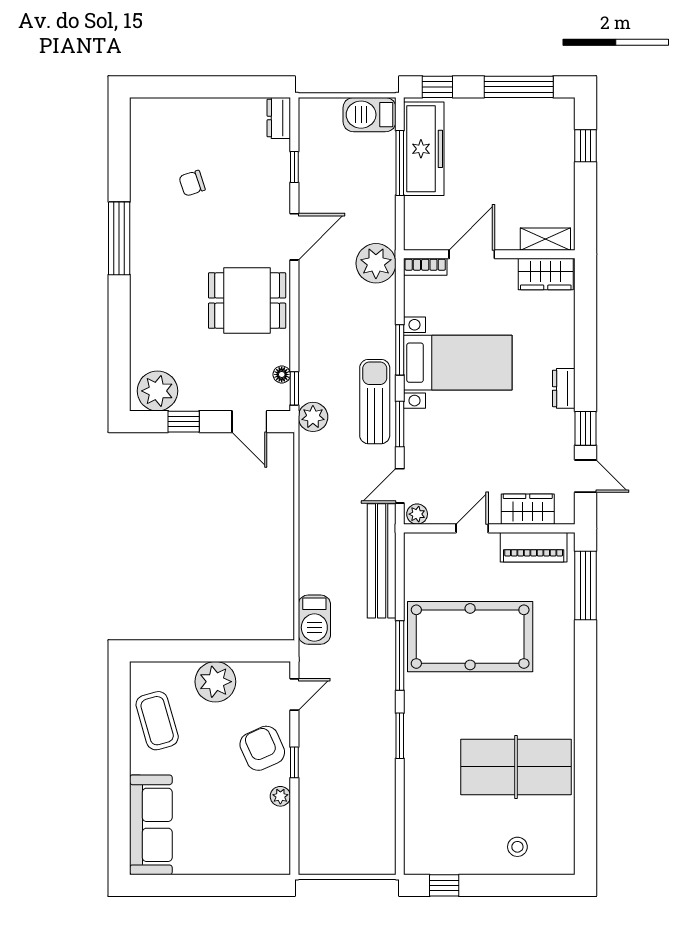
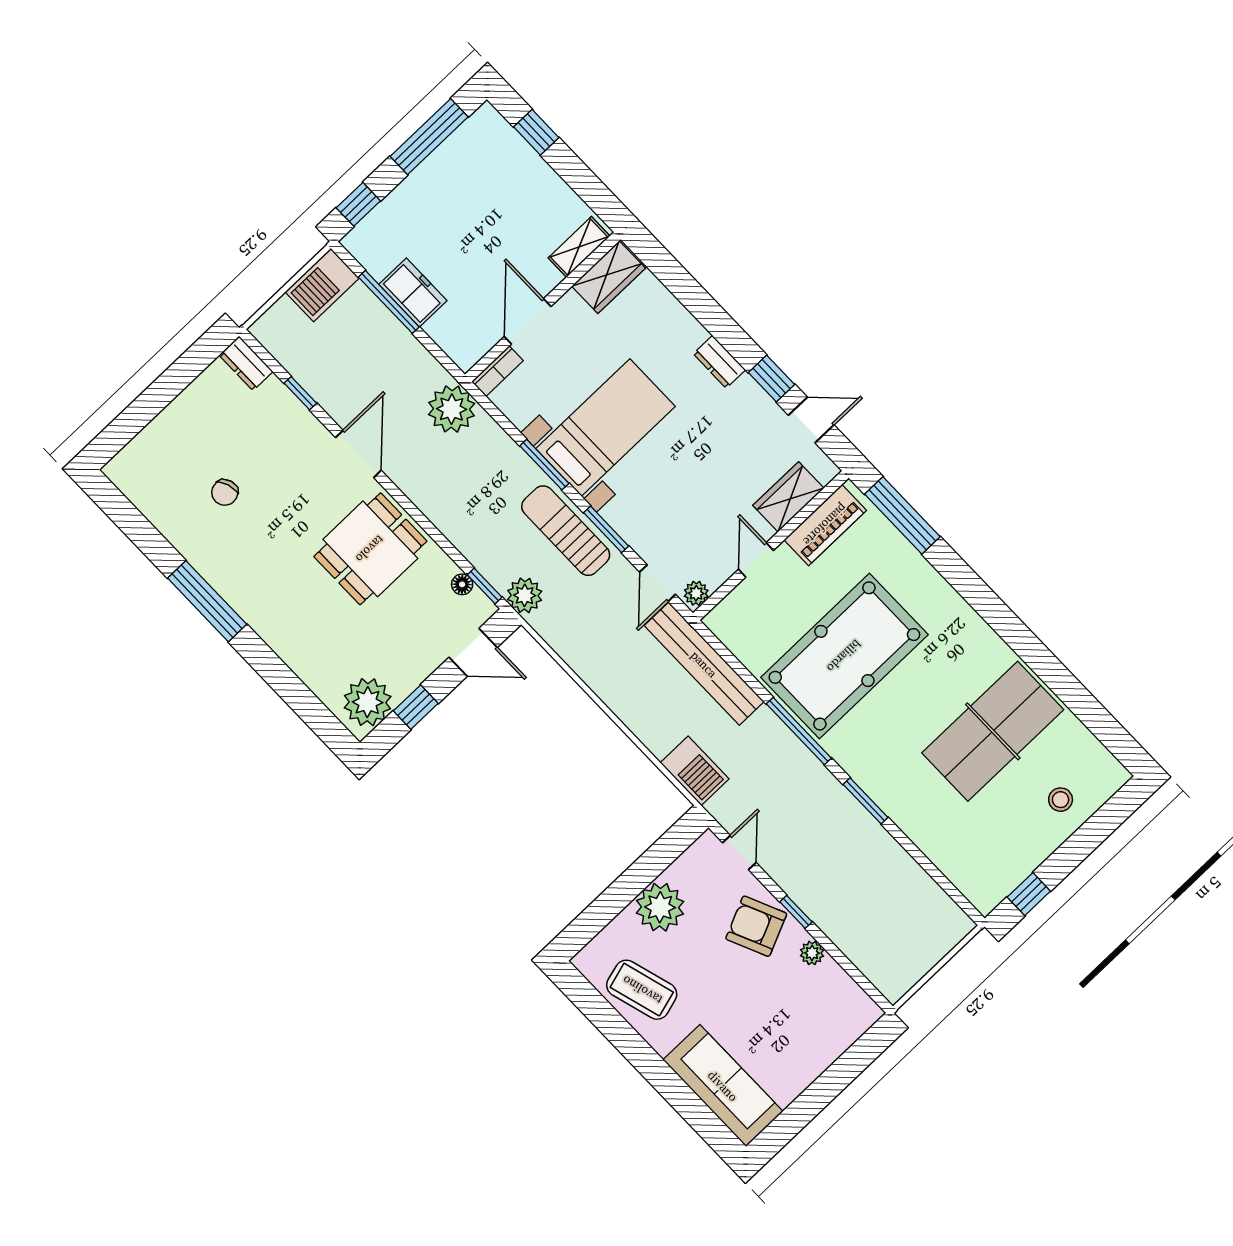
freezer: (424, 149) -> (413, 292), width x0.52, depth x0.79

